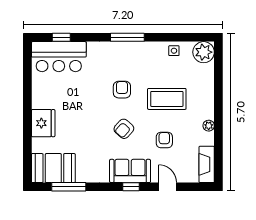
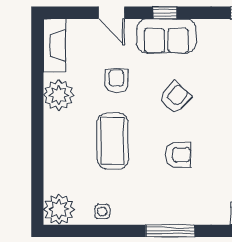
armchair: (122, 90) -> (178, 155), turned -90
coffee table: (167, 99) -> (113, 141), turned 90
plant: (209, 126) -> (59, 95), width x1.87, depth x1.87
armchair: (164, 140) -> (116, 81), turned 180

